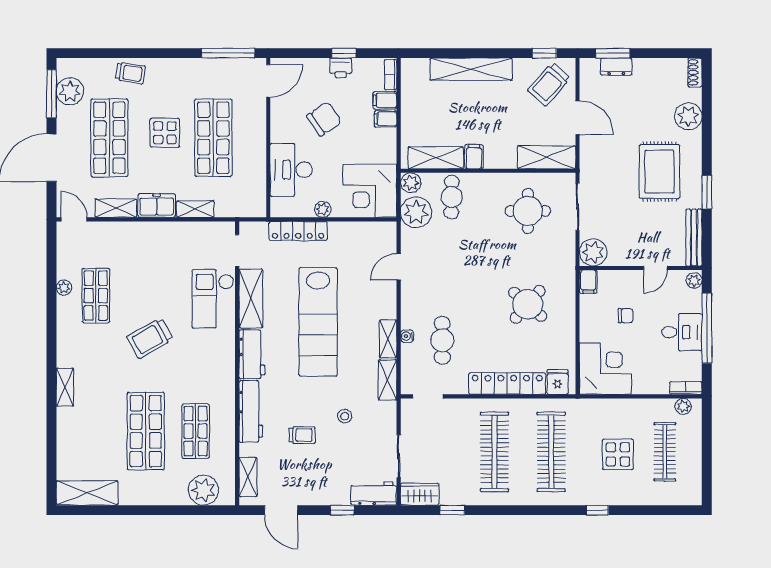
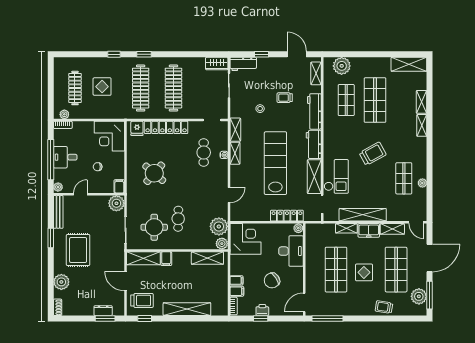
trolley: (549, 84) -> (142, 300), turned 48
filing cabinet: (474, 157) -> (166, 259), moved
cafe table: (452, 197) -> (178, 219), moved
plant: (323, 209) -> (298, 228), moved
shelving: (167, 232) -> (363, 215), added
shelving: (65, 428) -> (422, 102), added
window: (452, 510) -> (144, 54), moved

